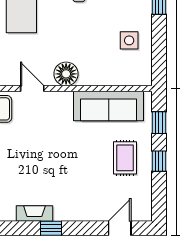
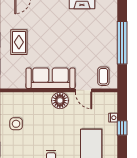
sofa: (109, 106) -> (51, 78), moved

